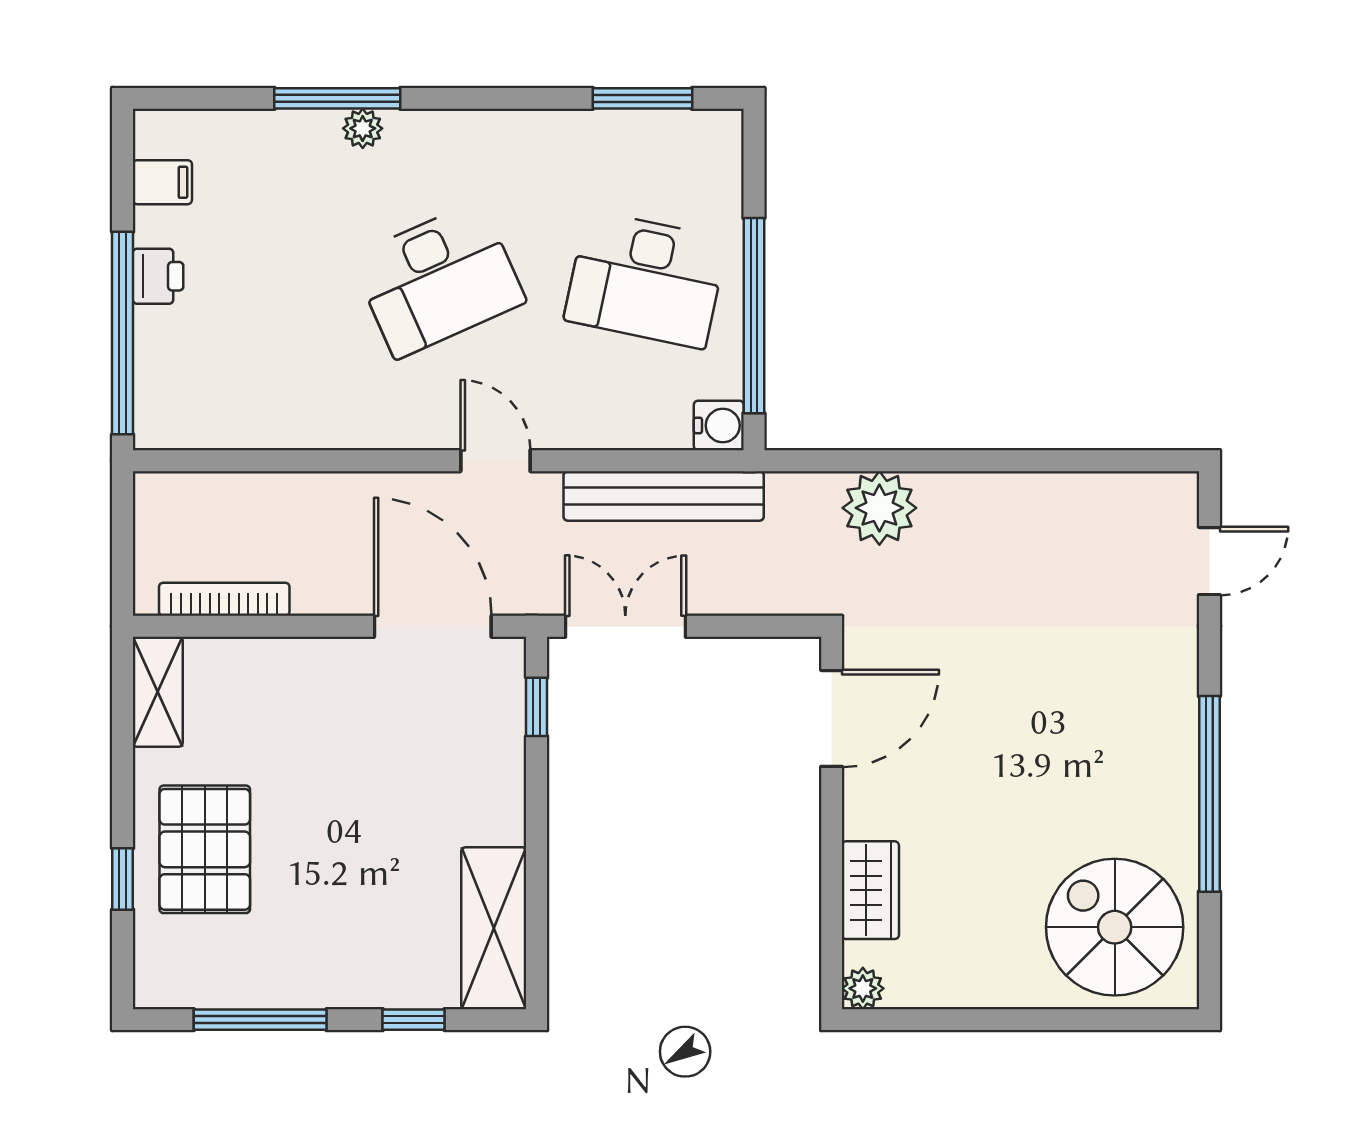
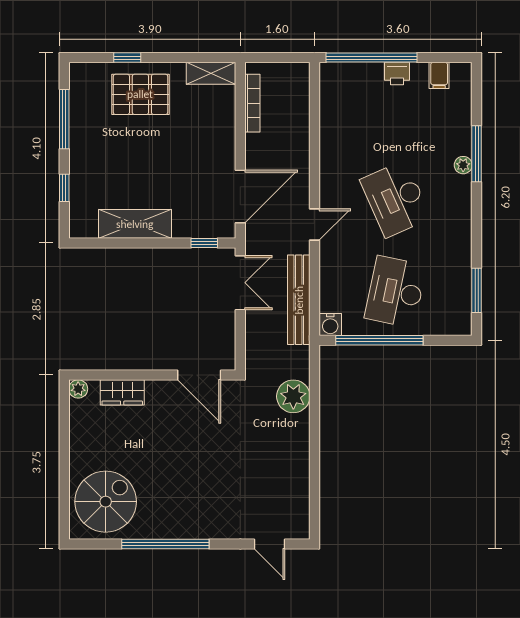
shelving: (494, 928) -> (135, 224), moved

